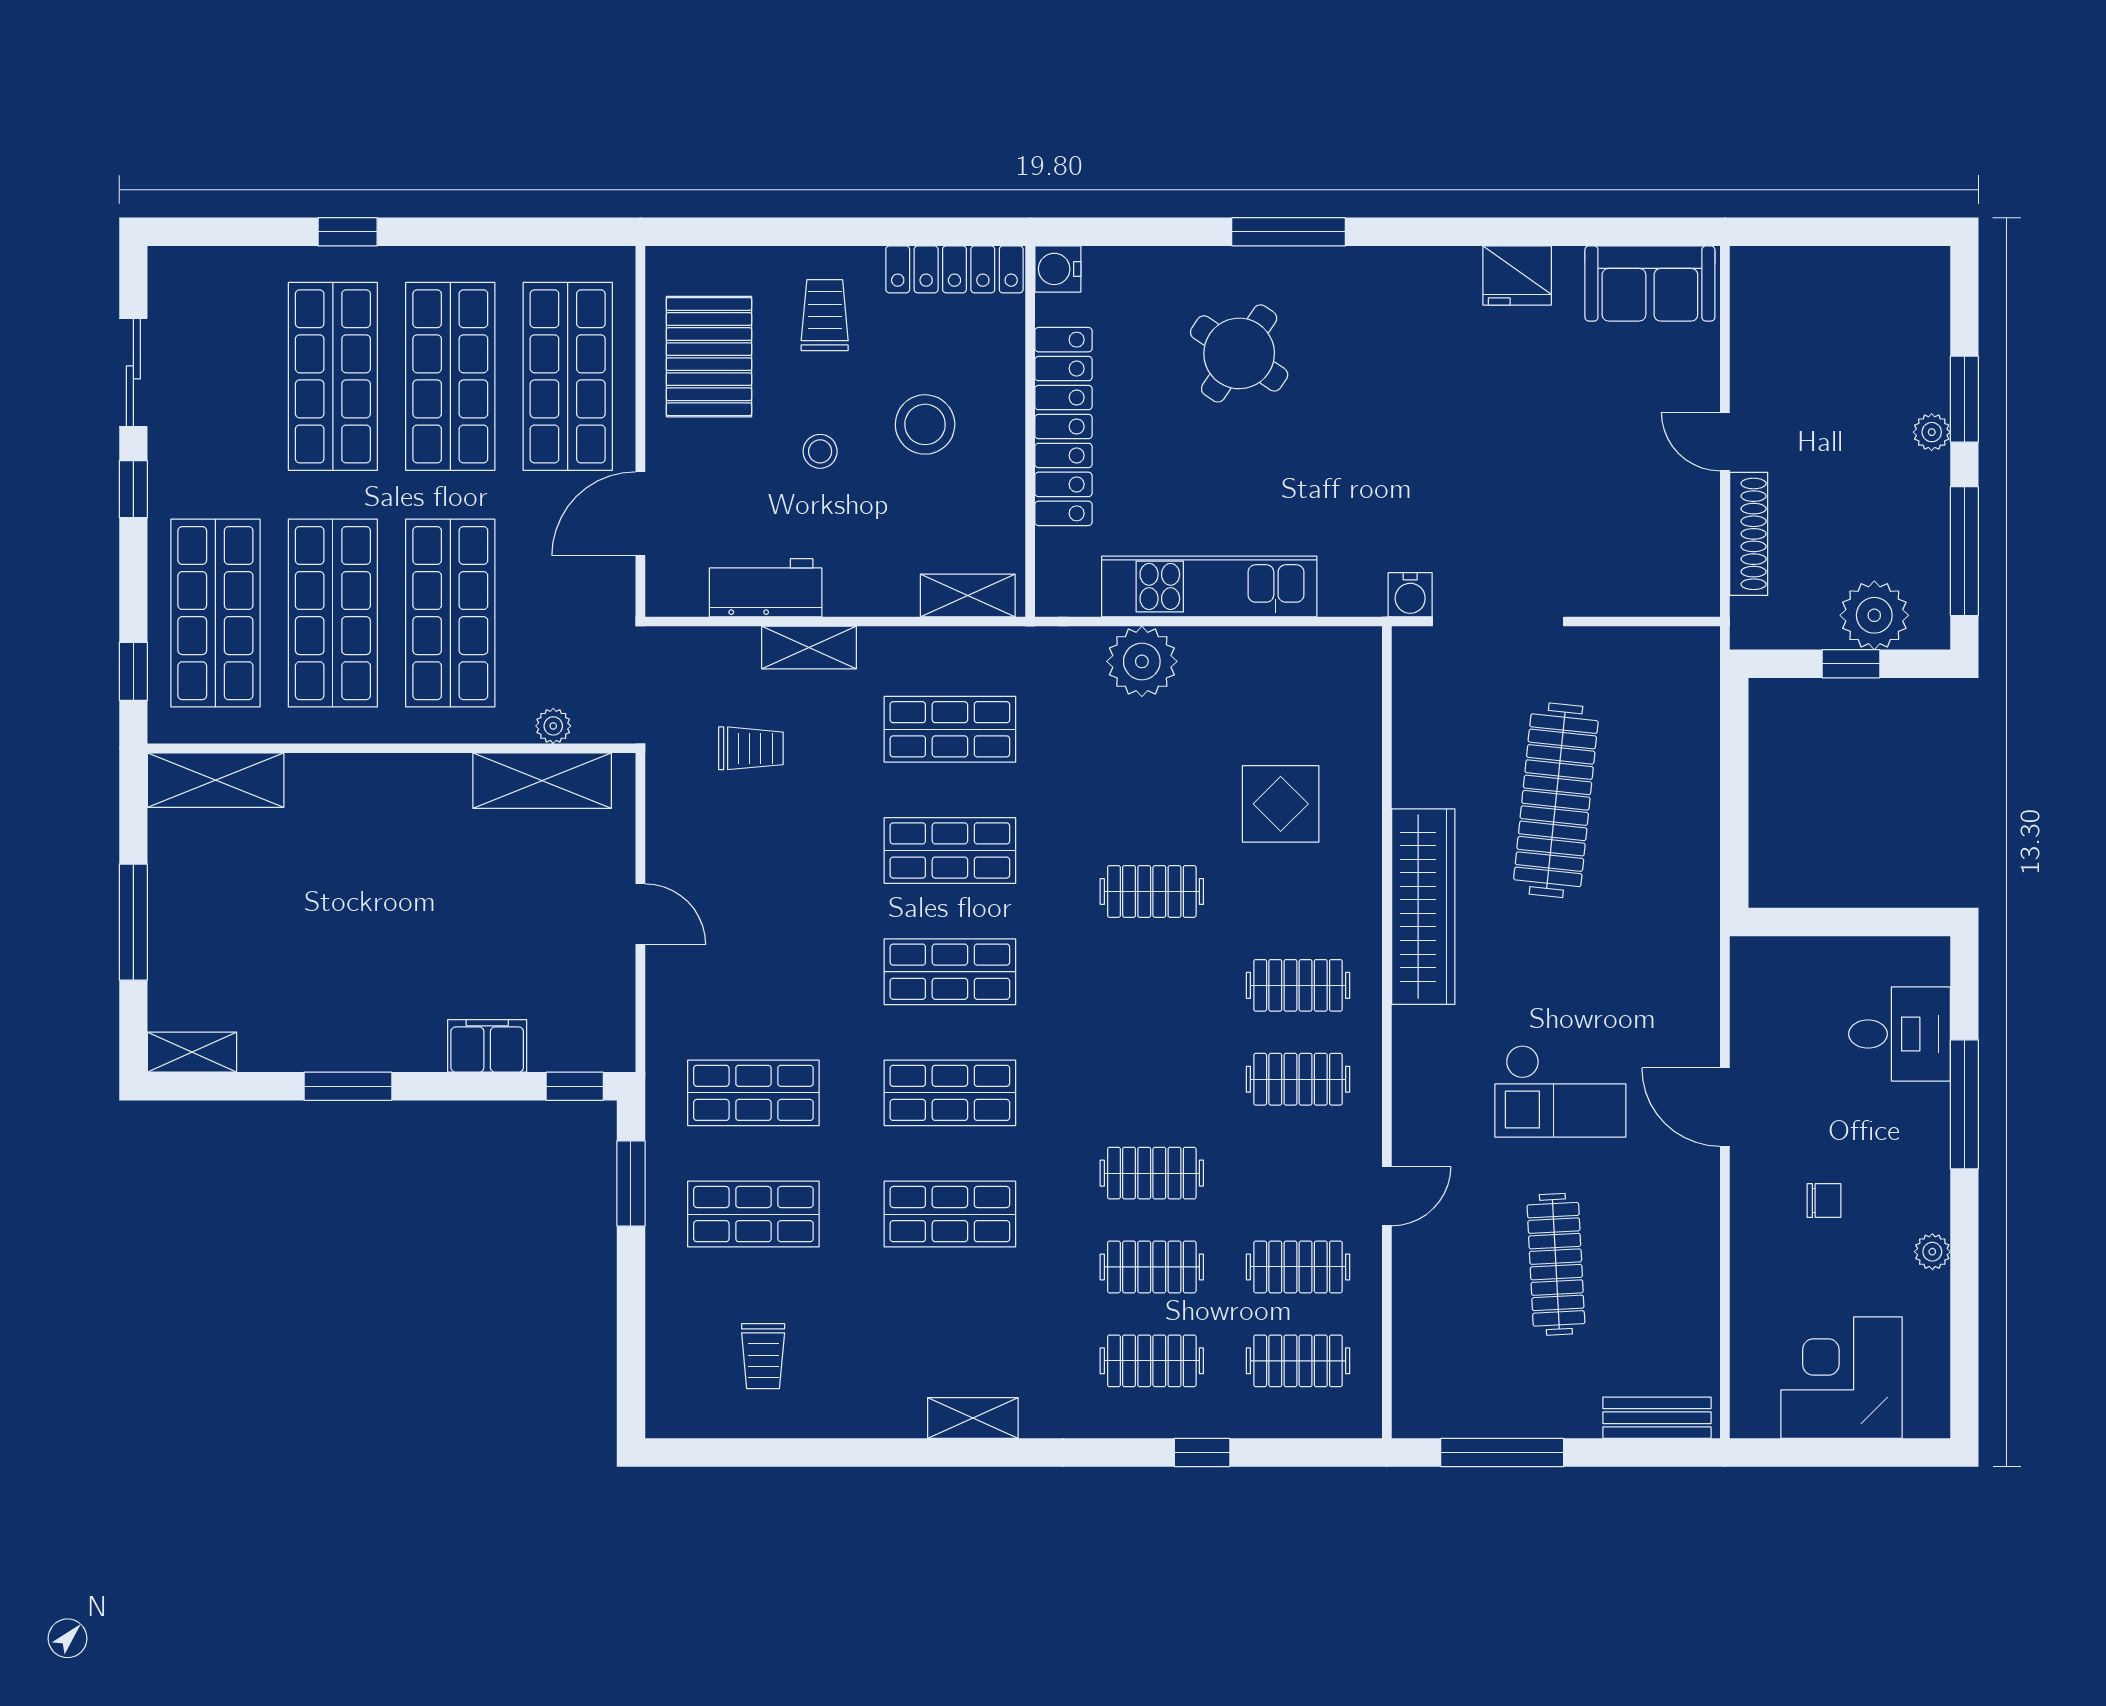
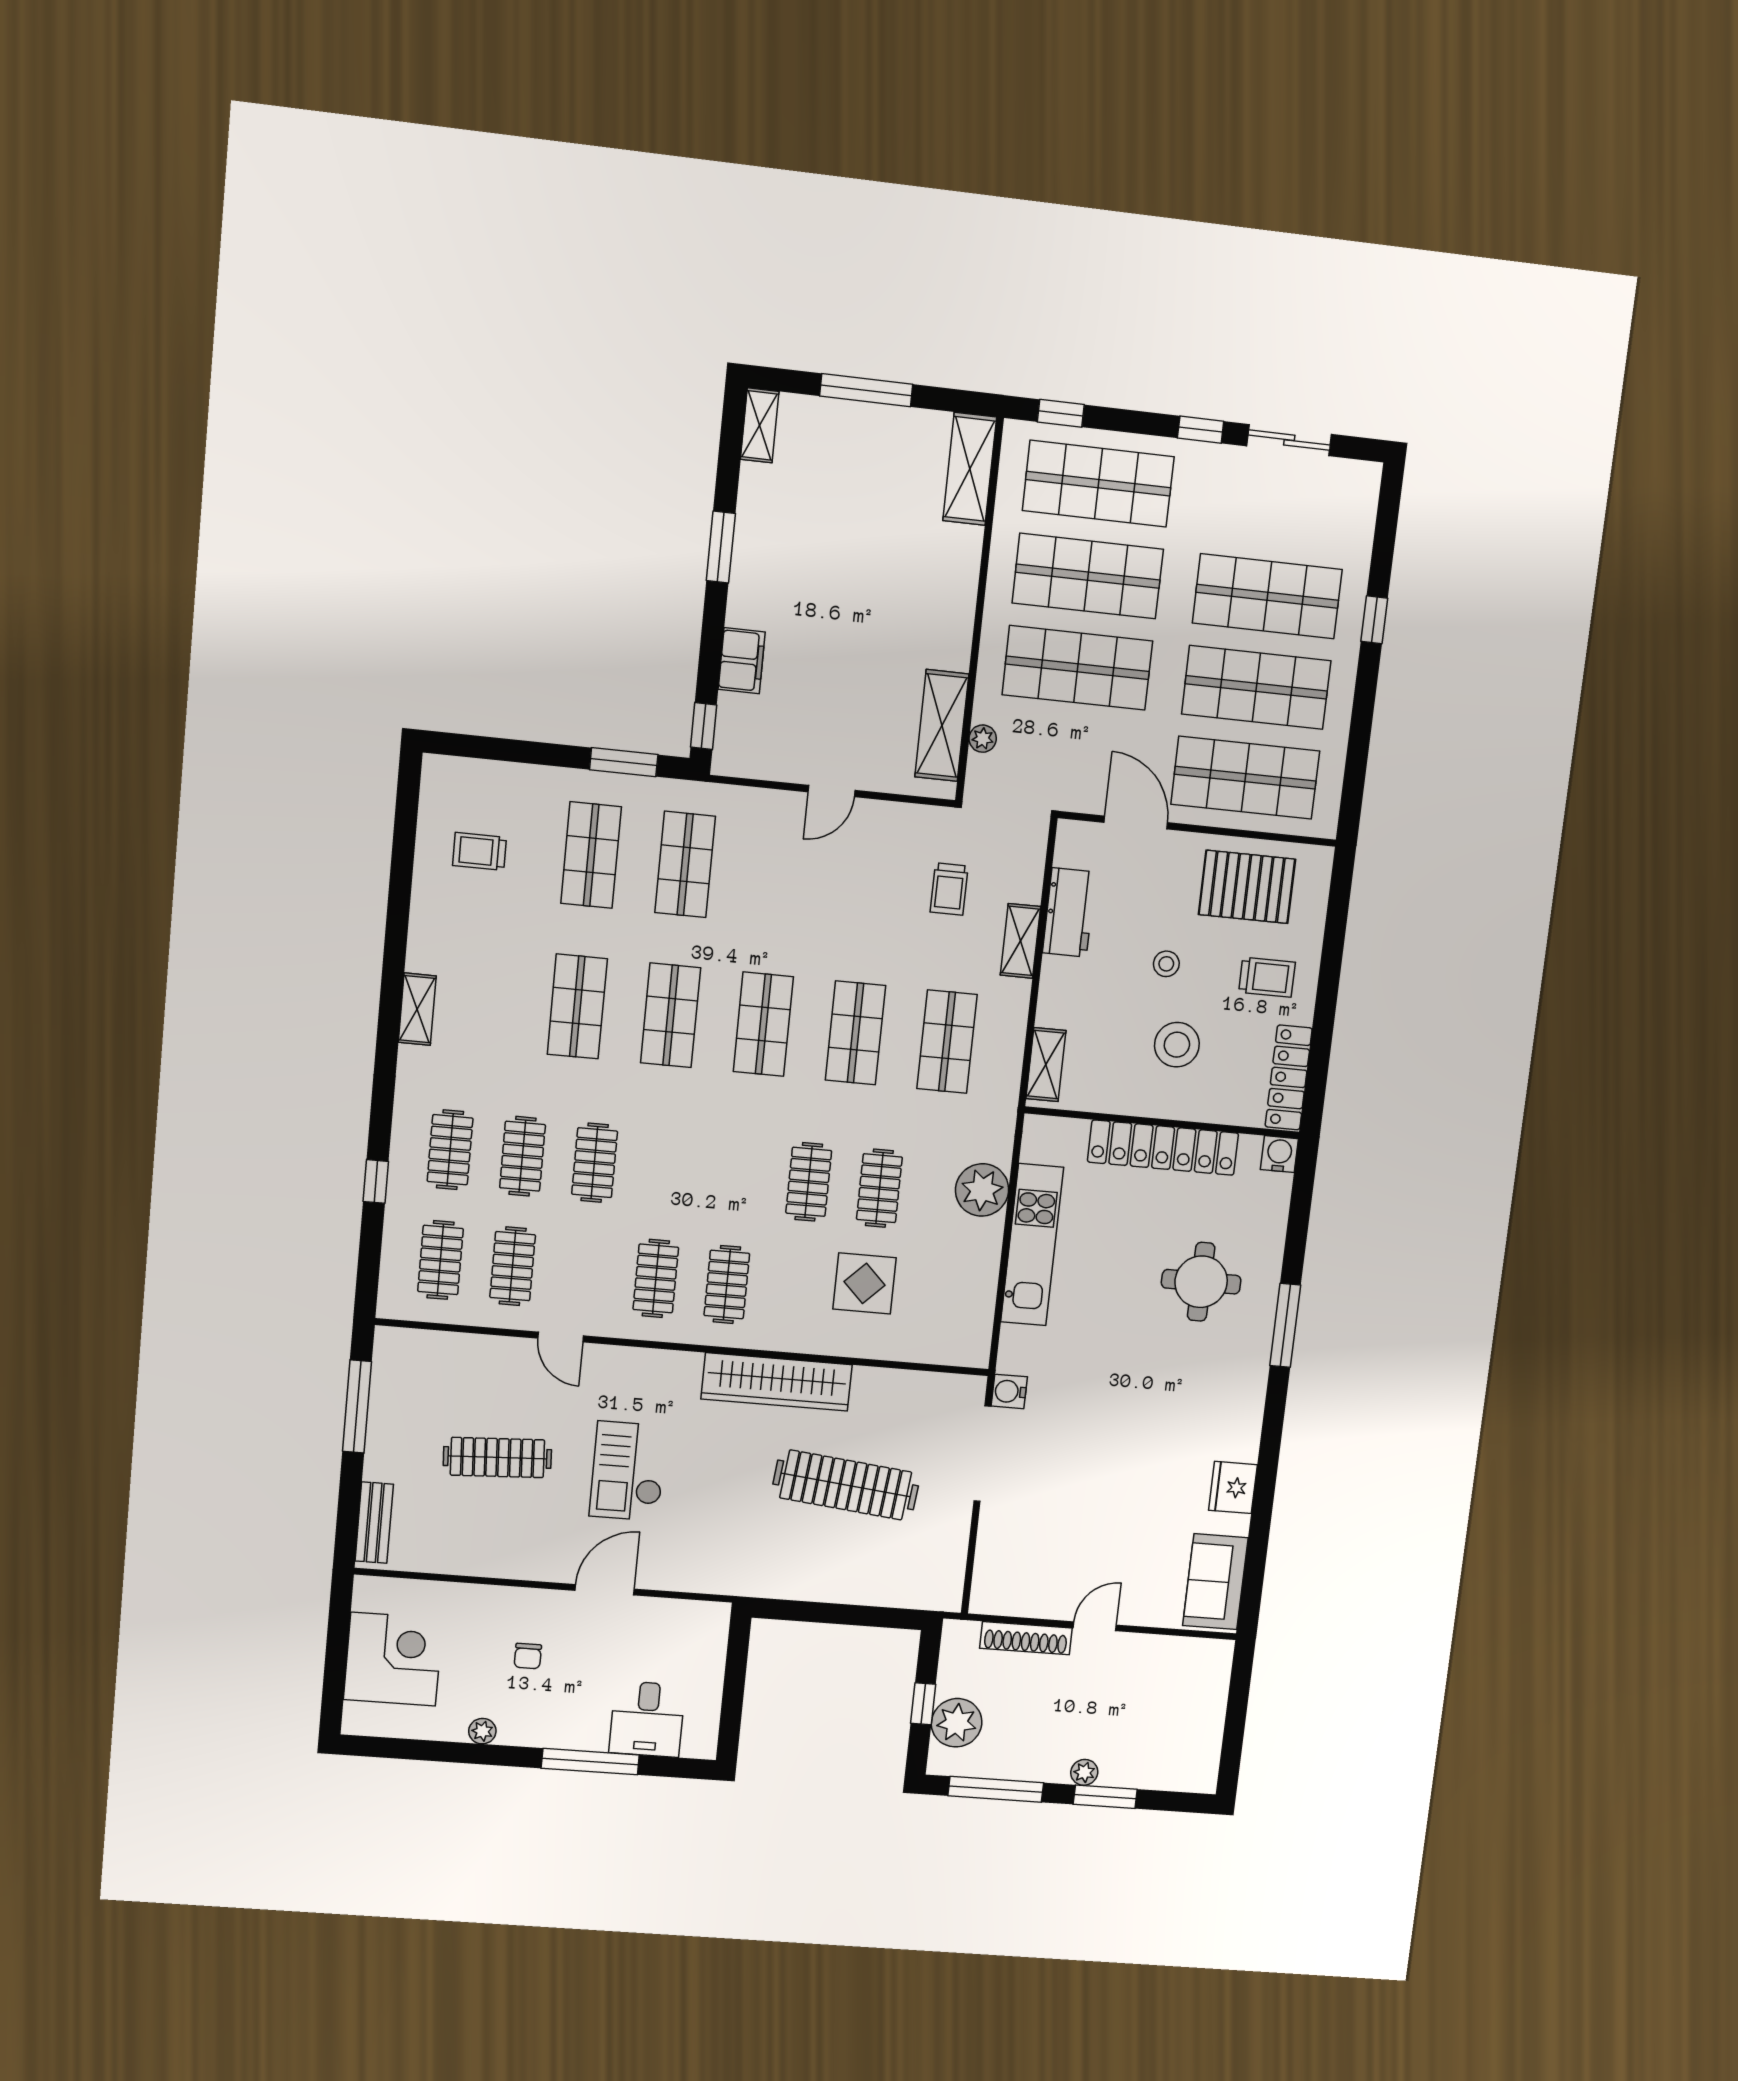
round table: (1239, 353) -> (1201, 1282), turned -34
clothes rail: (1152, 798) -> (879, 1188), added

